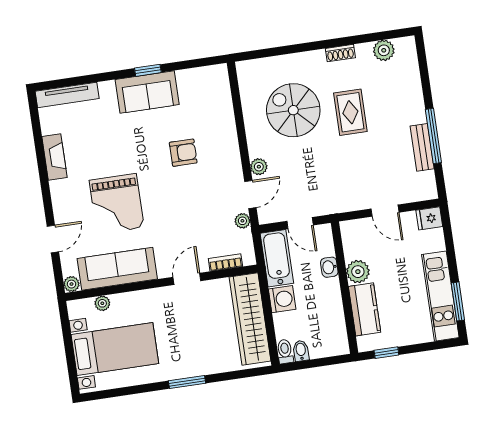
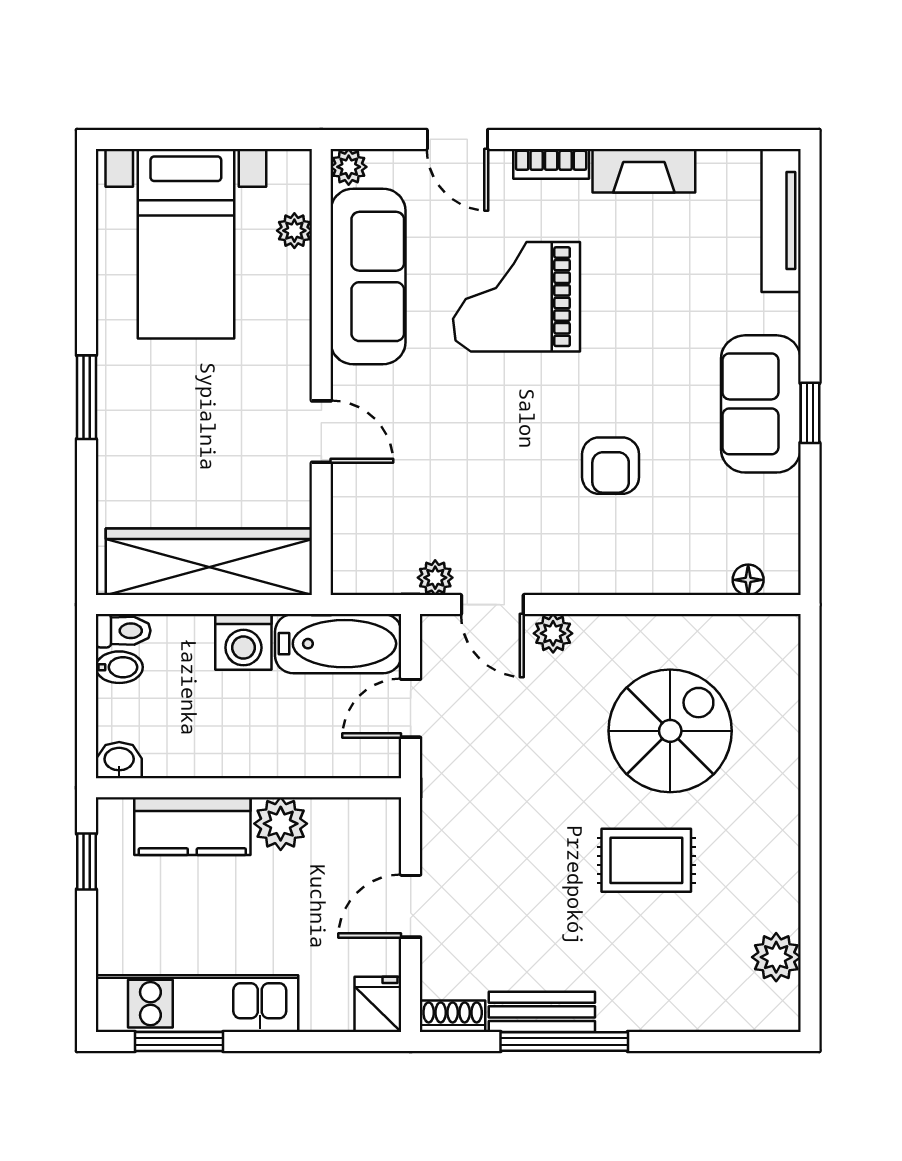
shoe rack: (340, 53) -> (453, 1016), moved, turned 90
floor lamp: (224, 86) -> (748, 580), added
bookcase: (225, 263) -> (551, 164), moved, turned 90
washbasin: (329, 267) -> (119, 760), moved

